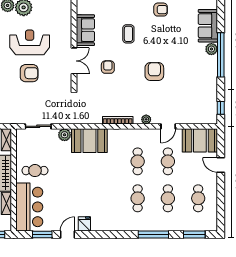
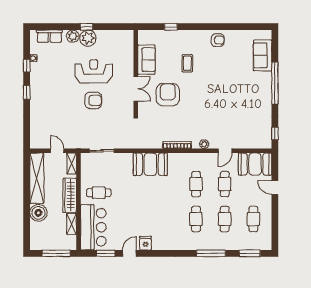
plant: (211, 49) -> (266, 78), removed
armchair: (108, 67) -> (168, 95), width x1.88, depth x1.88
armchair: (154, 72) -> (212, 99), removed
plant: (65, 135) -> (127, 159), removed

